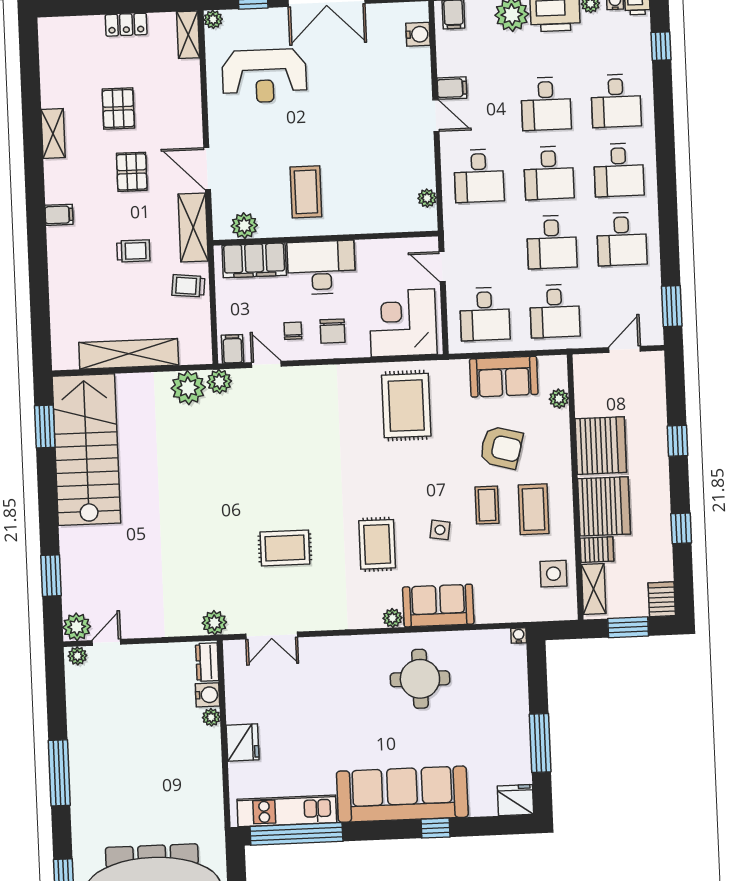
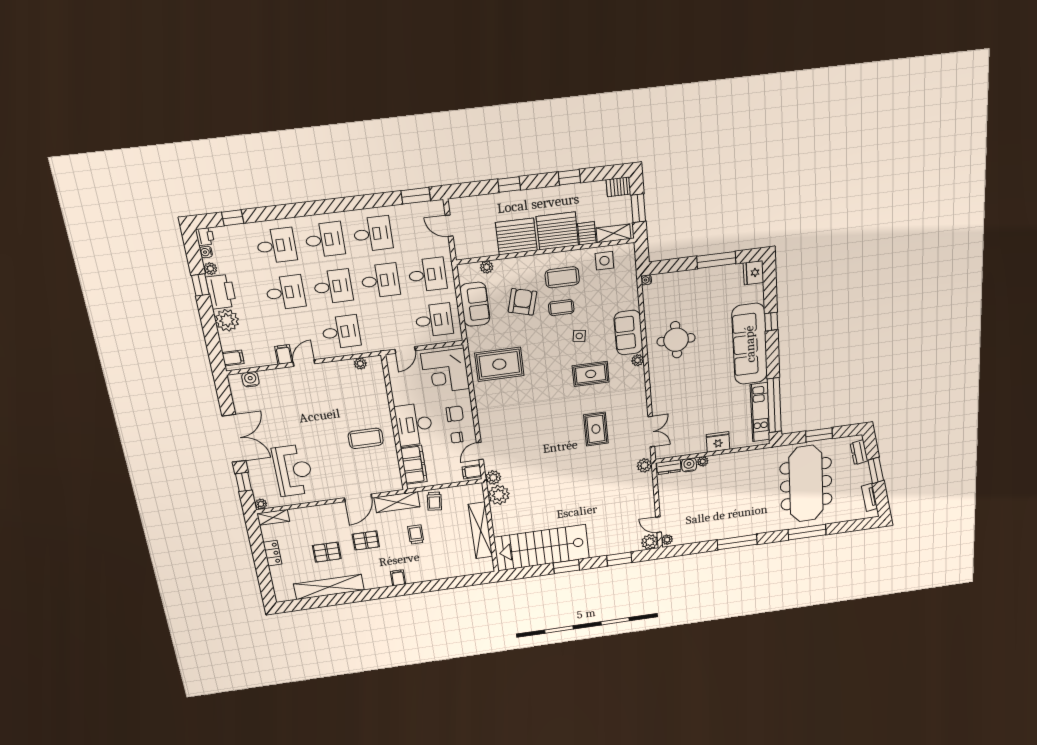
shelving: (53, 134) -> (329, 587), width x2.20, depth x1.33
plant: (244, 226) -> (392, 473), removed
window: (45, 427) -> (566, 567), moved

